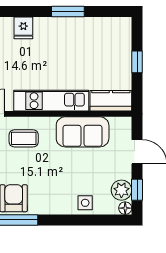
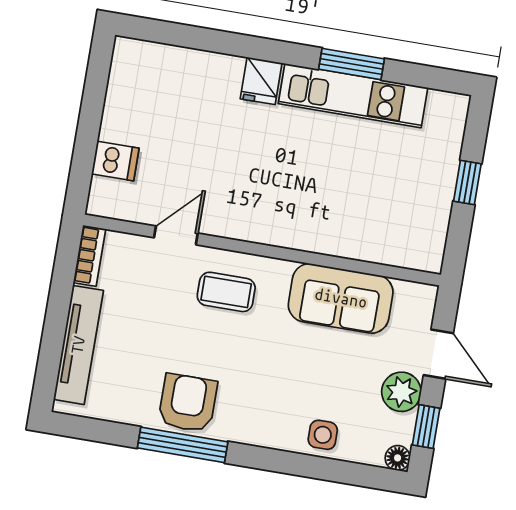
kitchen unit: (51, 101) -> (353, 96), moved, turned 180
kitchen counter: (111, 101) -> (405, 248), removed
plant: (121, 190) -> (401, 392), moved

